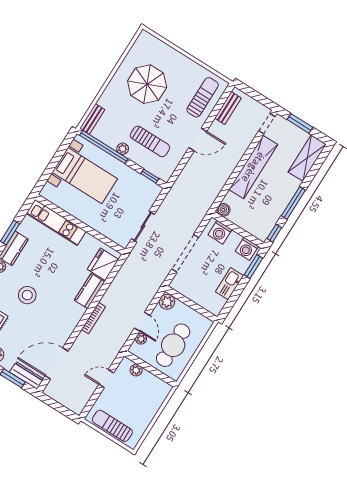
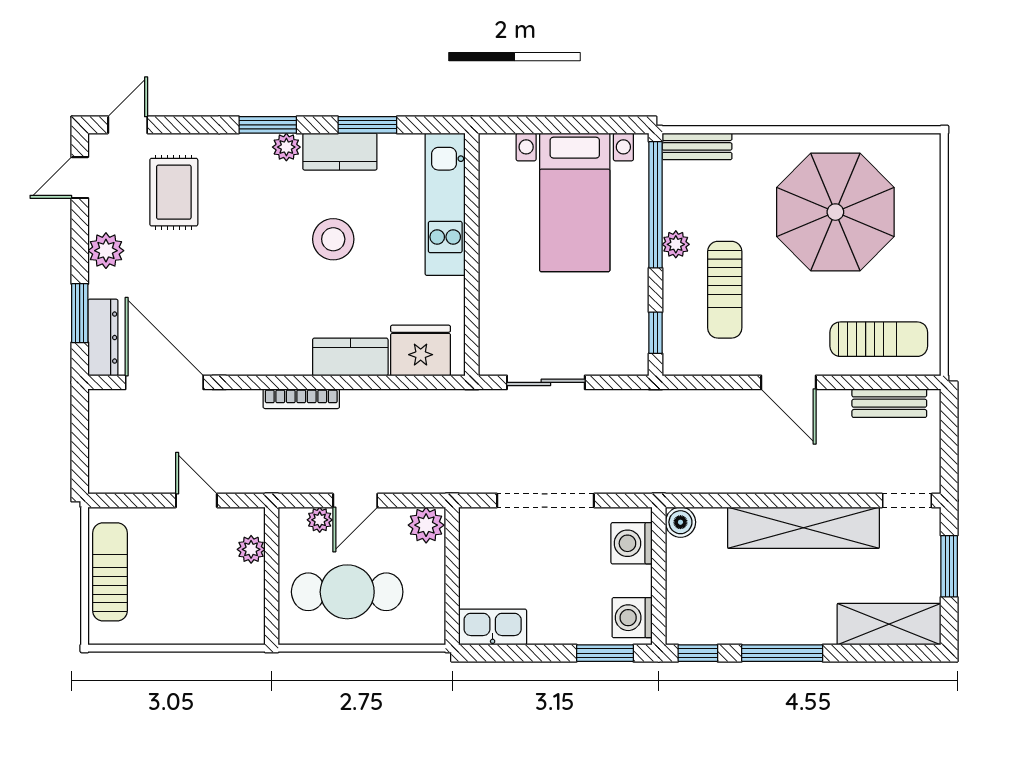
parasol: (147, 84) -> (835, 212), width x1.36, depth x1.36
kitchen sink: (229, 284) -> (493, 627), moved
stool: (27, 295) -> (333, 239), moved

